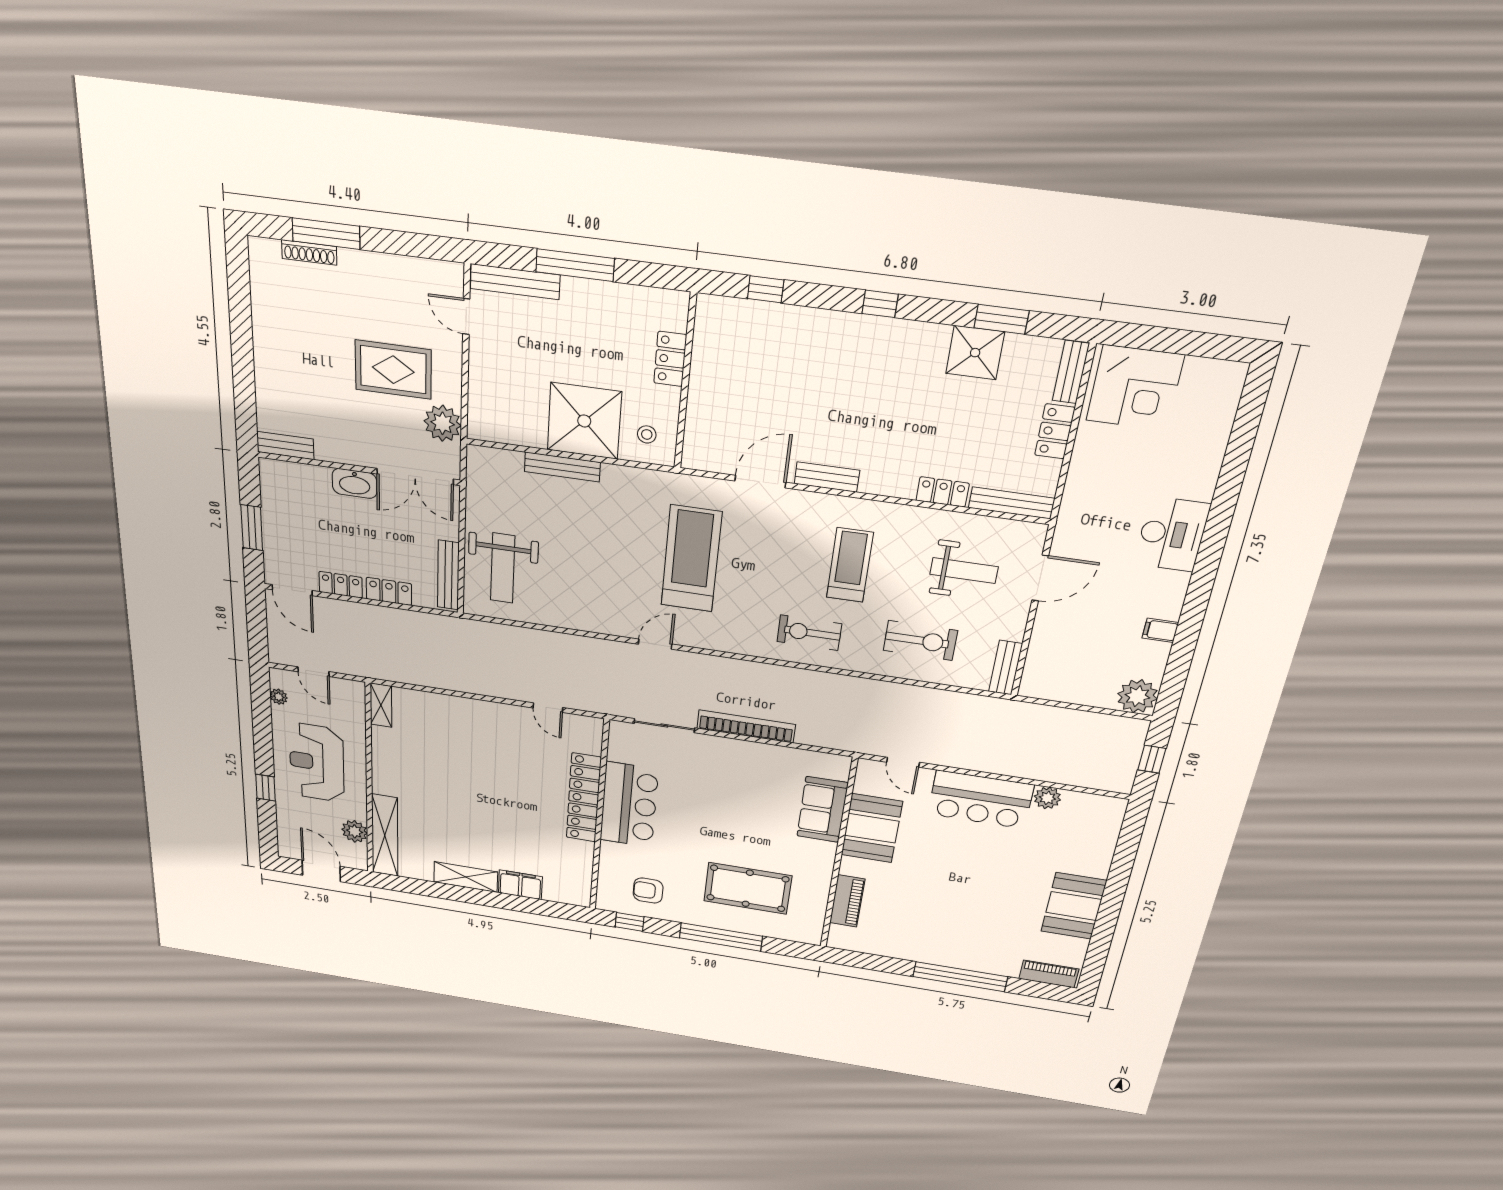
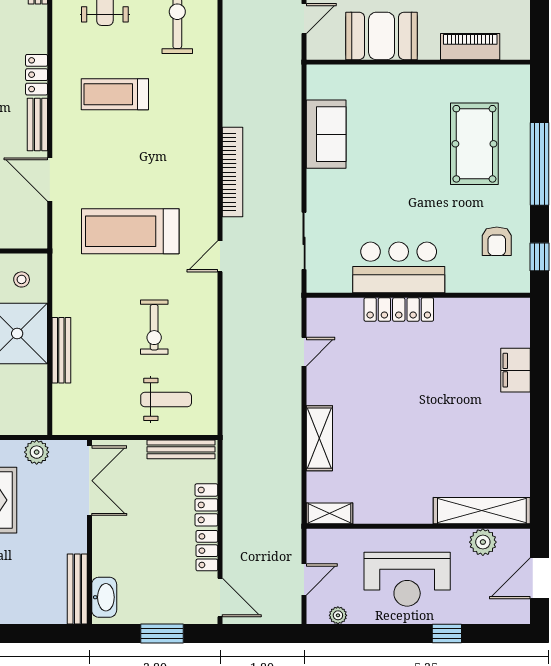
plant: (443, 423) -> (37, 452), width x0.73, depth x0.73
bench: (285, 445) -> (77, 589), width x1.36
washbasin: (355, 483) -> (104, 597), moved
locker: (943, 492) -> (37, 75), moved
weight bench: (503, 568) -> (166, 399), width x0.73, depth x0.75
door: (292, 590) -> (220, 597), hinge flipped
exercise bike: (809, 633) -> (154, 327), moved
door: (655, 644) -> (220, 256), hinge flipped
bookcase: (746, 726) -> (233, 172), moved, turned 180
locker: (584, 798) -> (399, 309), width x0.71, depth x0.83
sofa: (822, 809) -> (326, 134), moved, turned -90
shelving: (466, 877) -> (319, 438), moved

